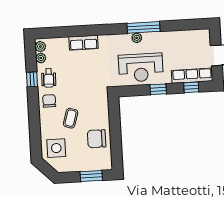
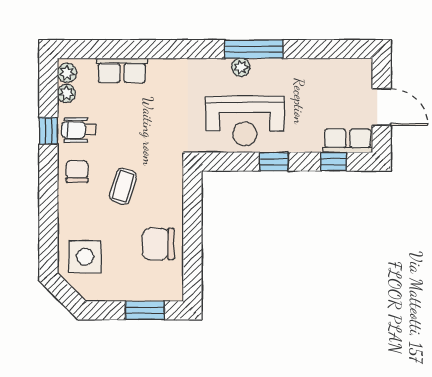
row of seats: (84, 43) -> (122, 70), moved
row of seats: (192, 76) -> (348, 141), width x0.68
wheelchair: (49, 78) -> (79, 130), turned 88
coffee table: (71, 118) -> (123, 186), moved

